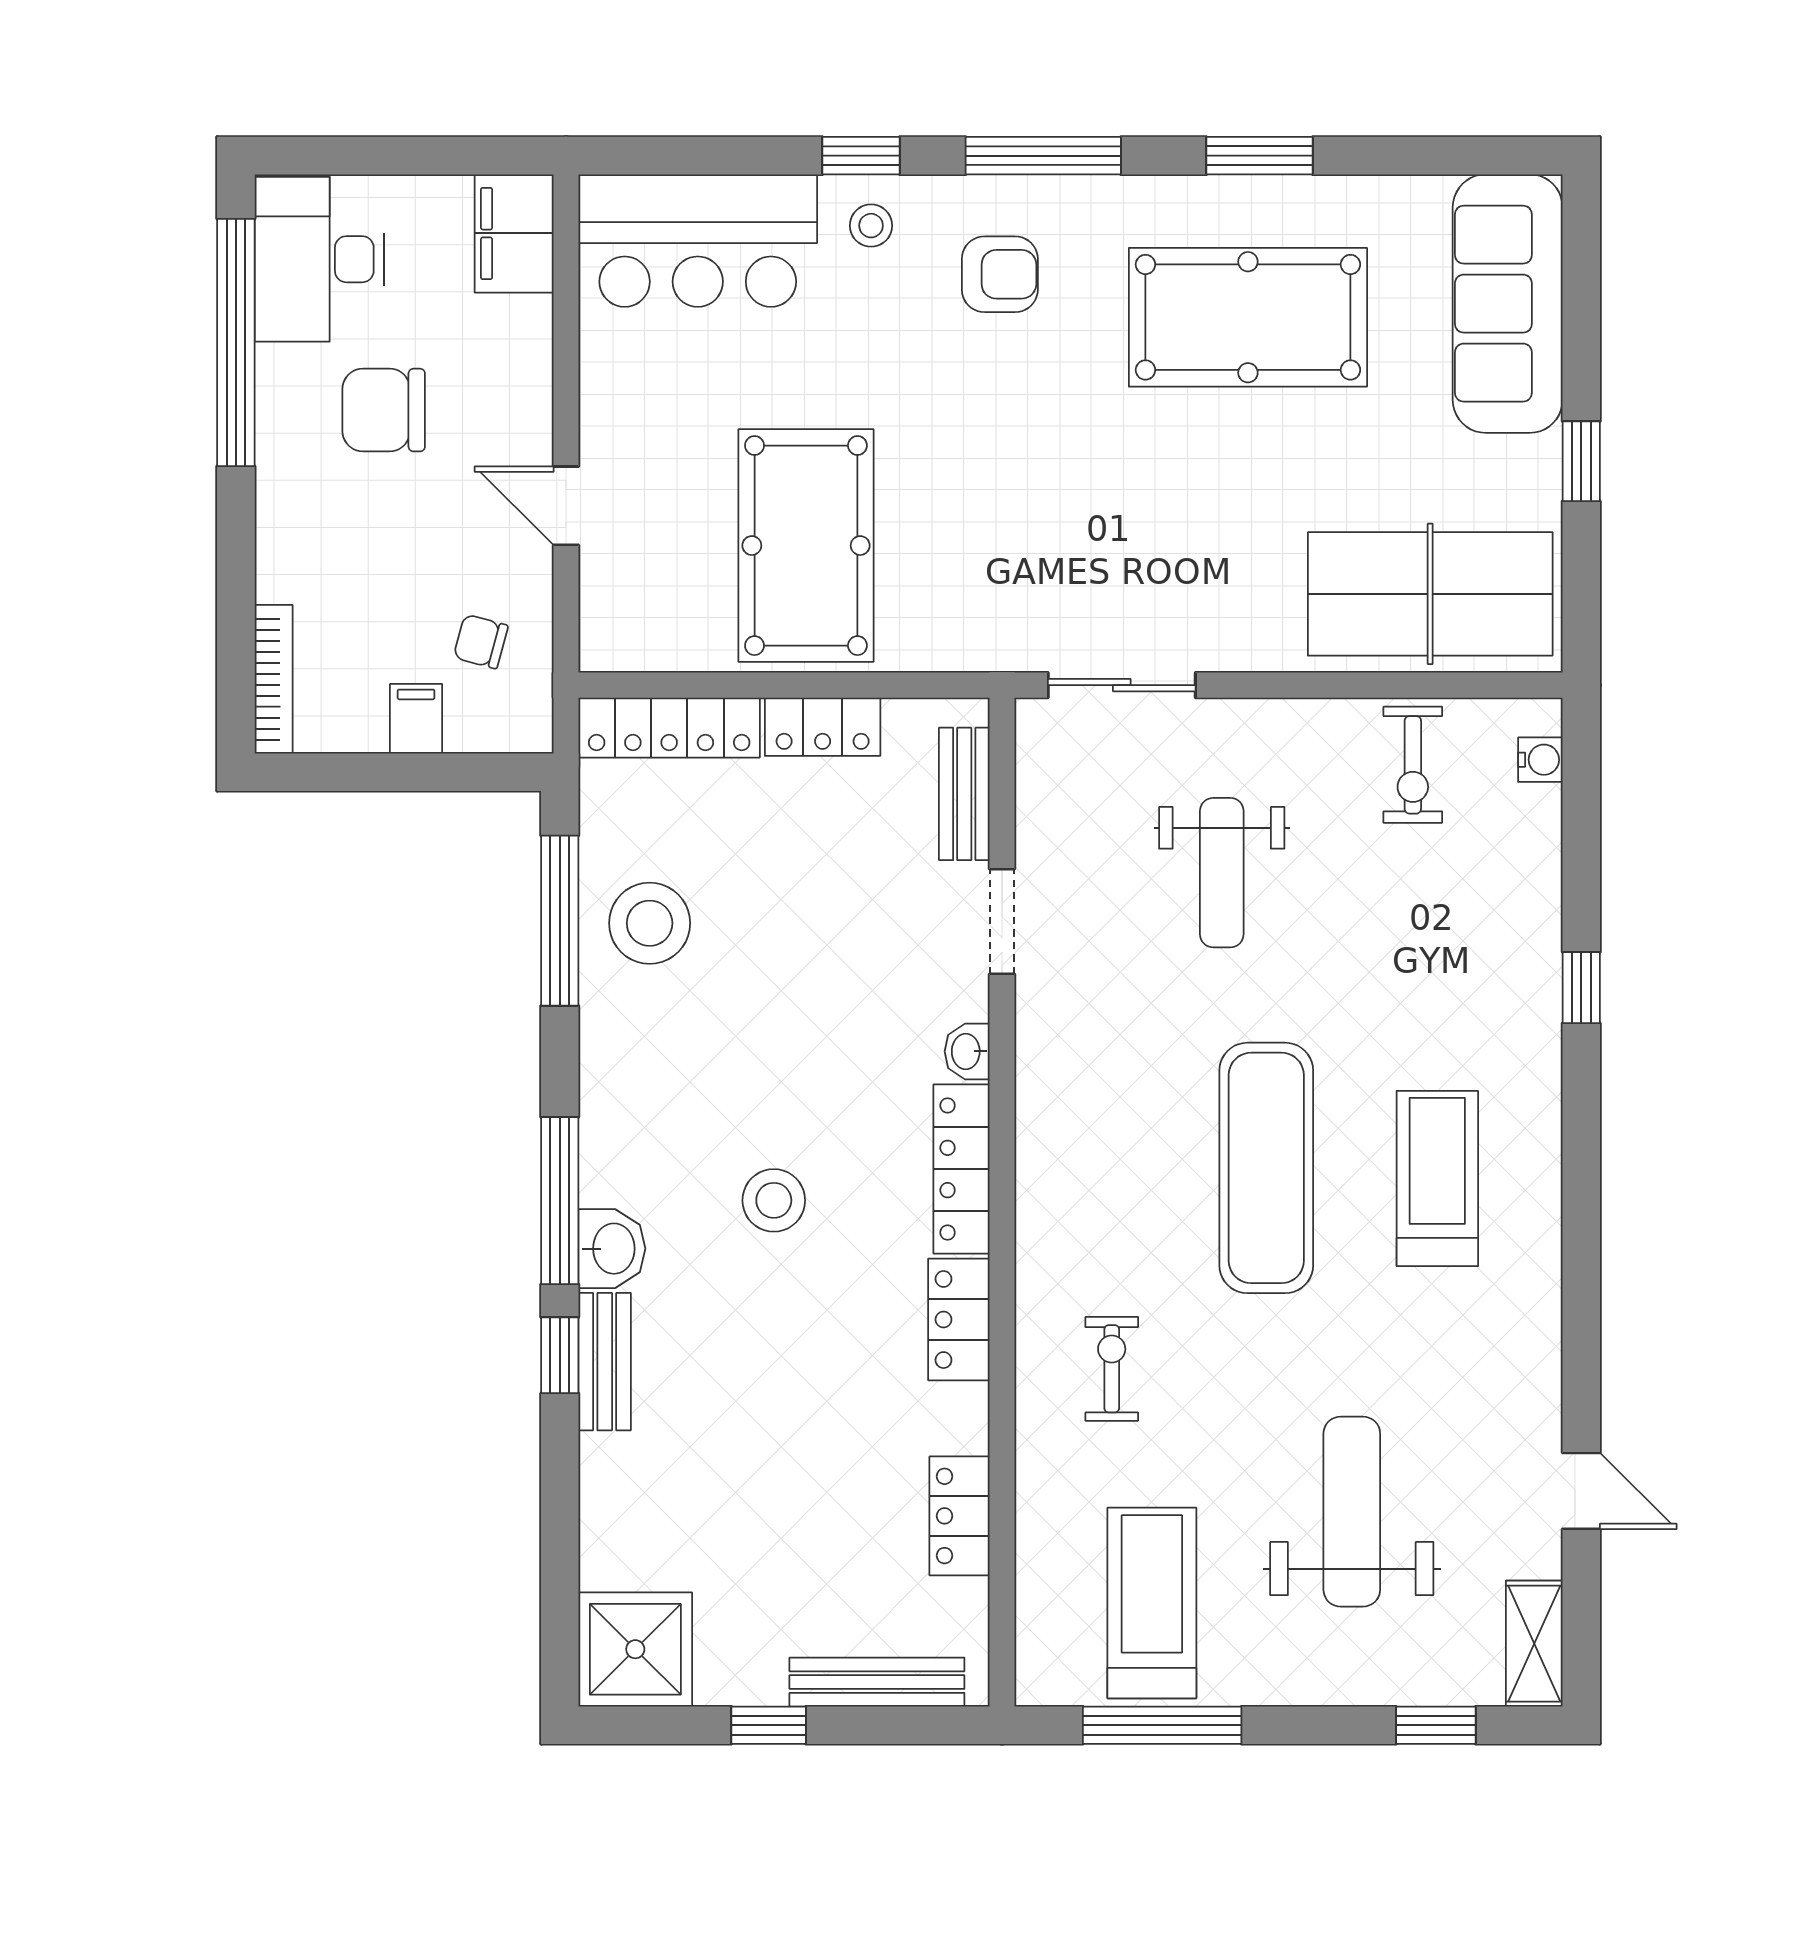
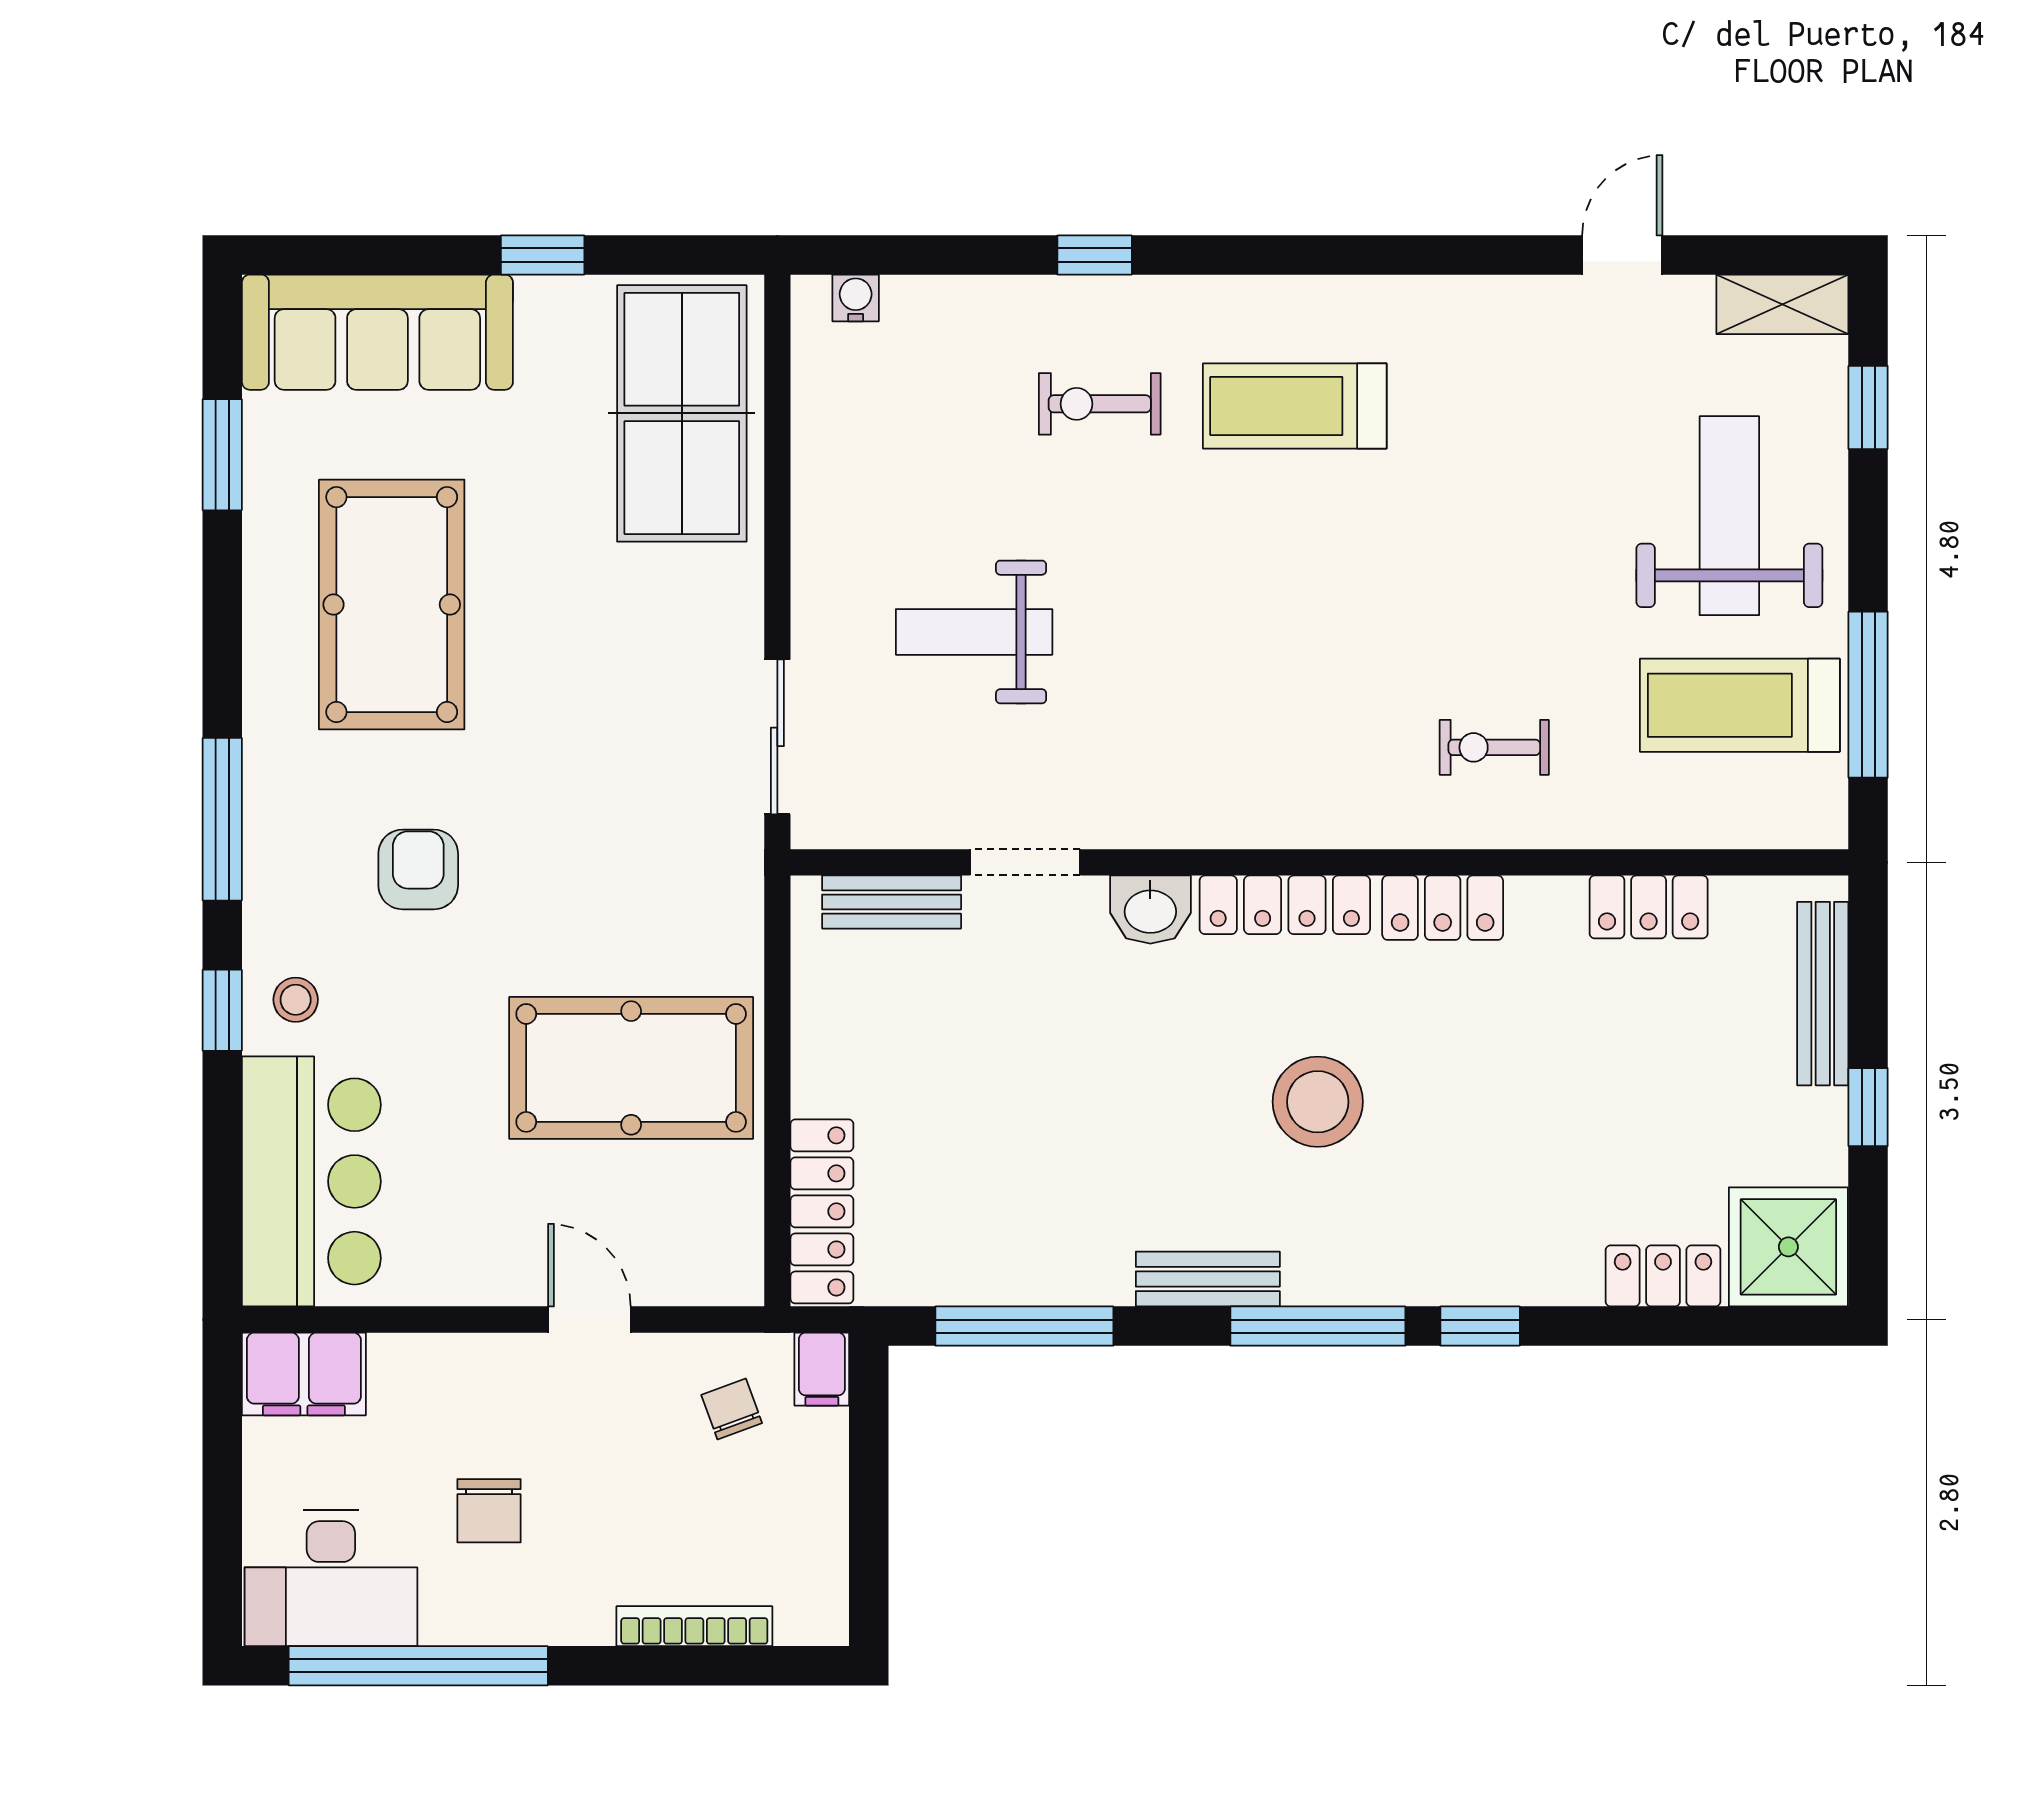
window: (1259, 156) -> (222, 455), moved
armchair: (1000, 274) -> (418, 869), moved
chair: (384, 410) -> (489, 1511), width x0.73, depth x0.73
door: (566, 506) -> (589, 1320), swing flipped
chair: (481, 641) -> (732, 1409), turned 145
bookcase: (274, 679) -> (694, 1626), moved
filing cabinet: (416, 719) -> (822, 1369), moved, turned -90
locker: (823, 727) -> (1663, 1276), moved, turned -90
exercise bike: (1413, 765) -> (1100, 404), moved, turned 180
weight bench: (1222, 873) -> (974, 632), turned 180
stool: (650, 923) -> (1027, 1232), removed
washbasin: (967, 1051) -> (1150, 910), width x1.38, depth x1.45
exercise mat: (1266, 1168) -> (1284, 585), removed
stool: (774, 1200) -> (1318, 1102), width x1.38, depth x1.38
washbasin: (612, 1249) -> (1368, 1271), removed
bench: (605, 1362) -> (1208, 1279), moved
weight bench: (1352, 1512) -> (1729, 516), moved, turned 90

